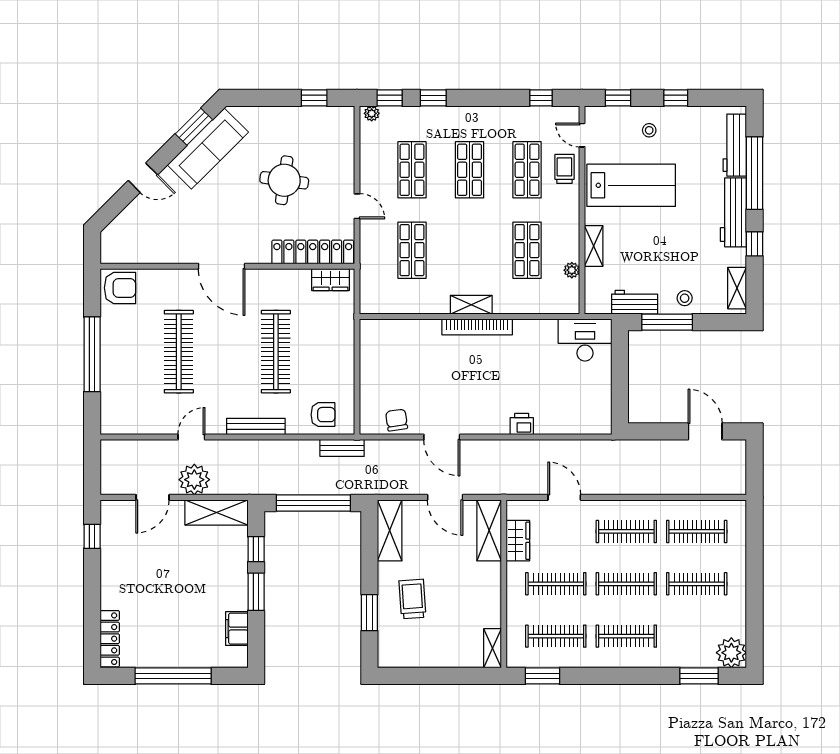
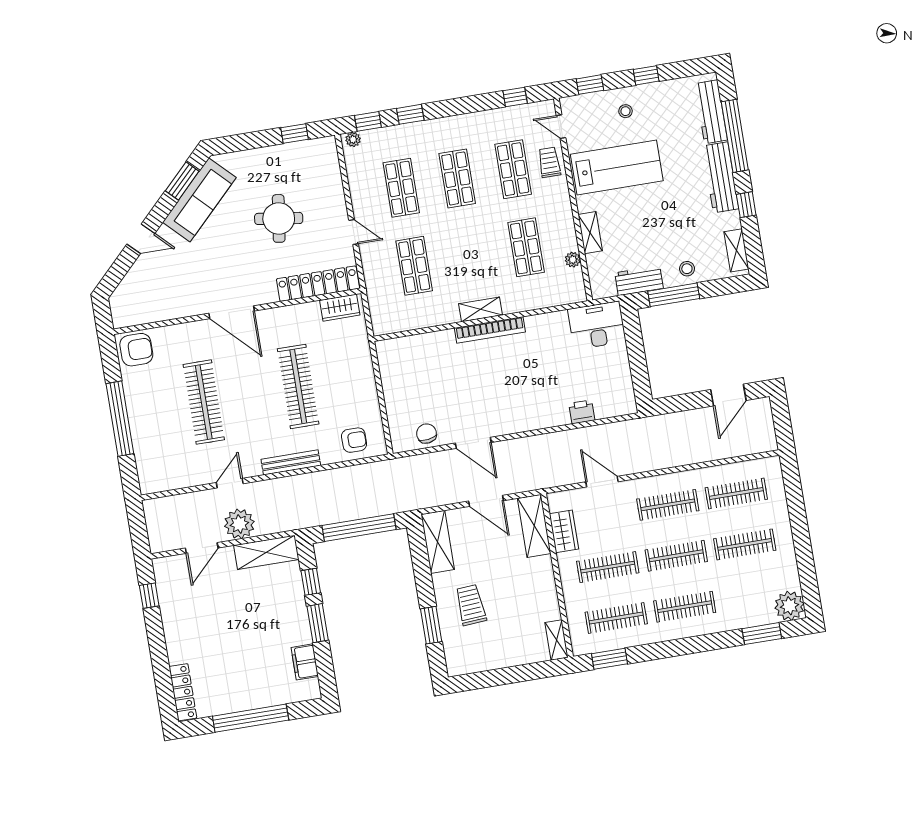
printer: (522, 424) -> (582, 412), moved
door: (705, 431) -> (728, 395), swing flipped
bench: (342, 448) -> (378, 469), removed

